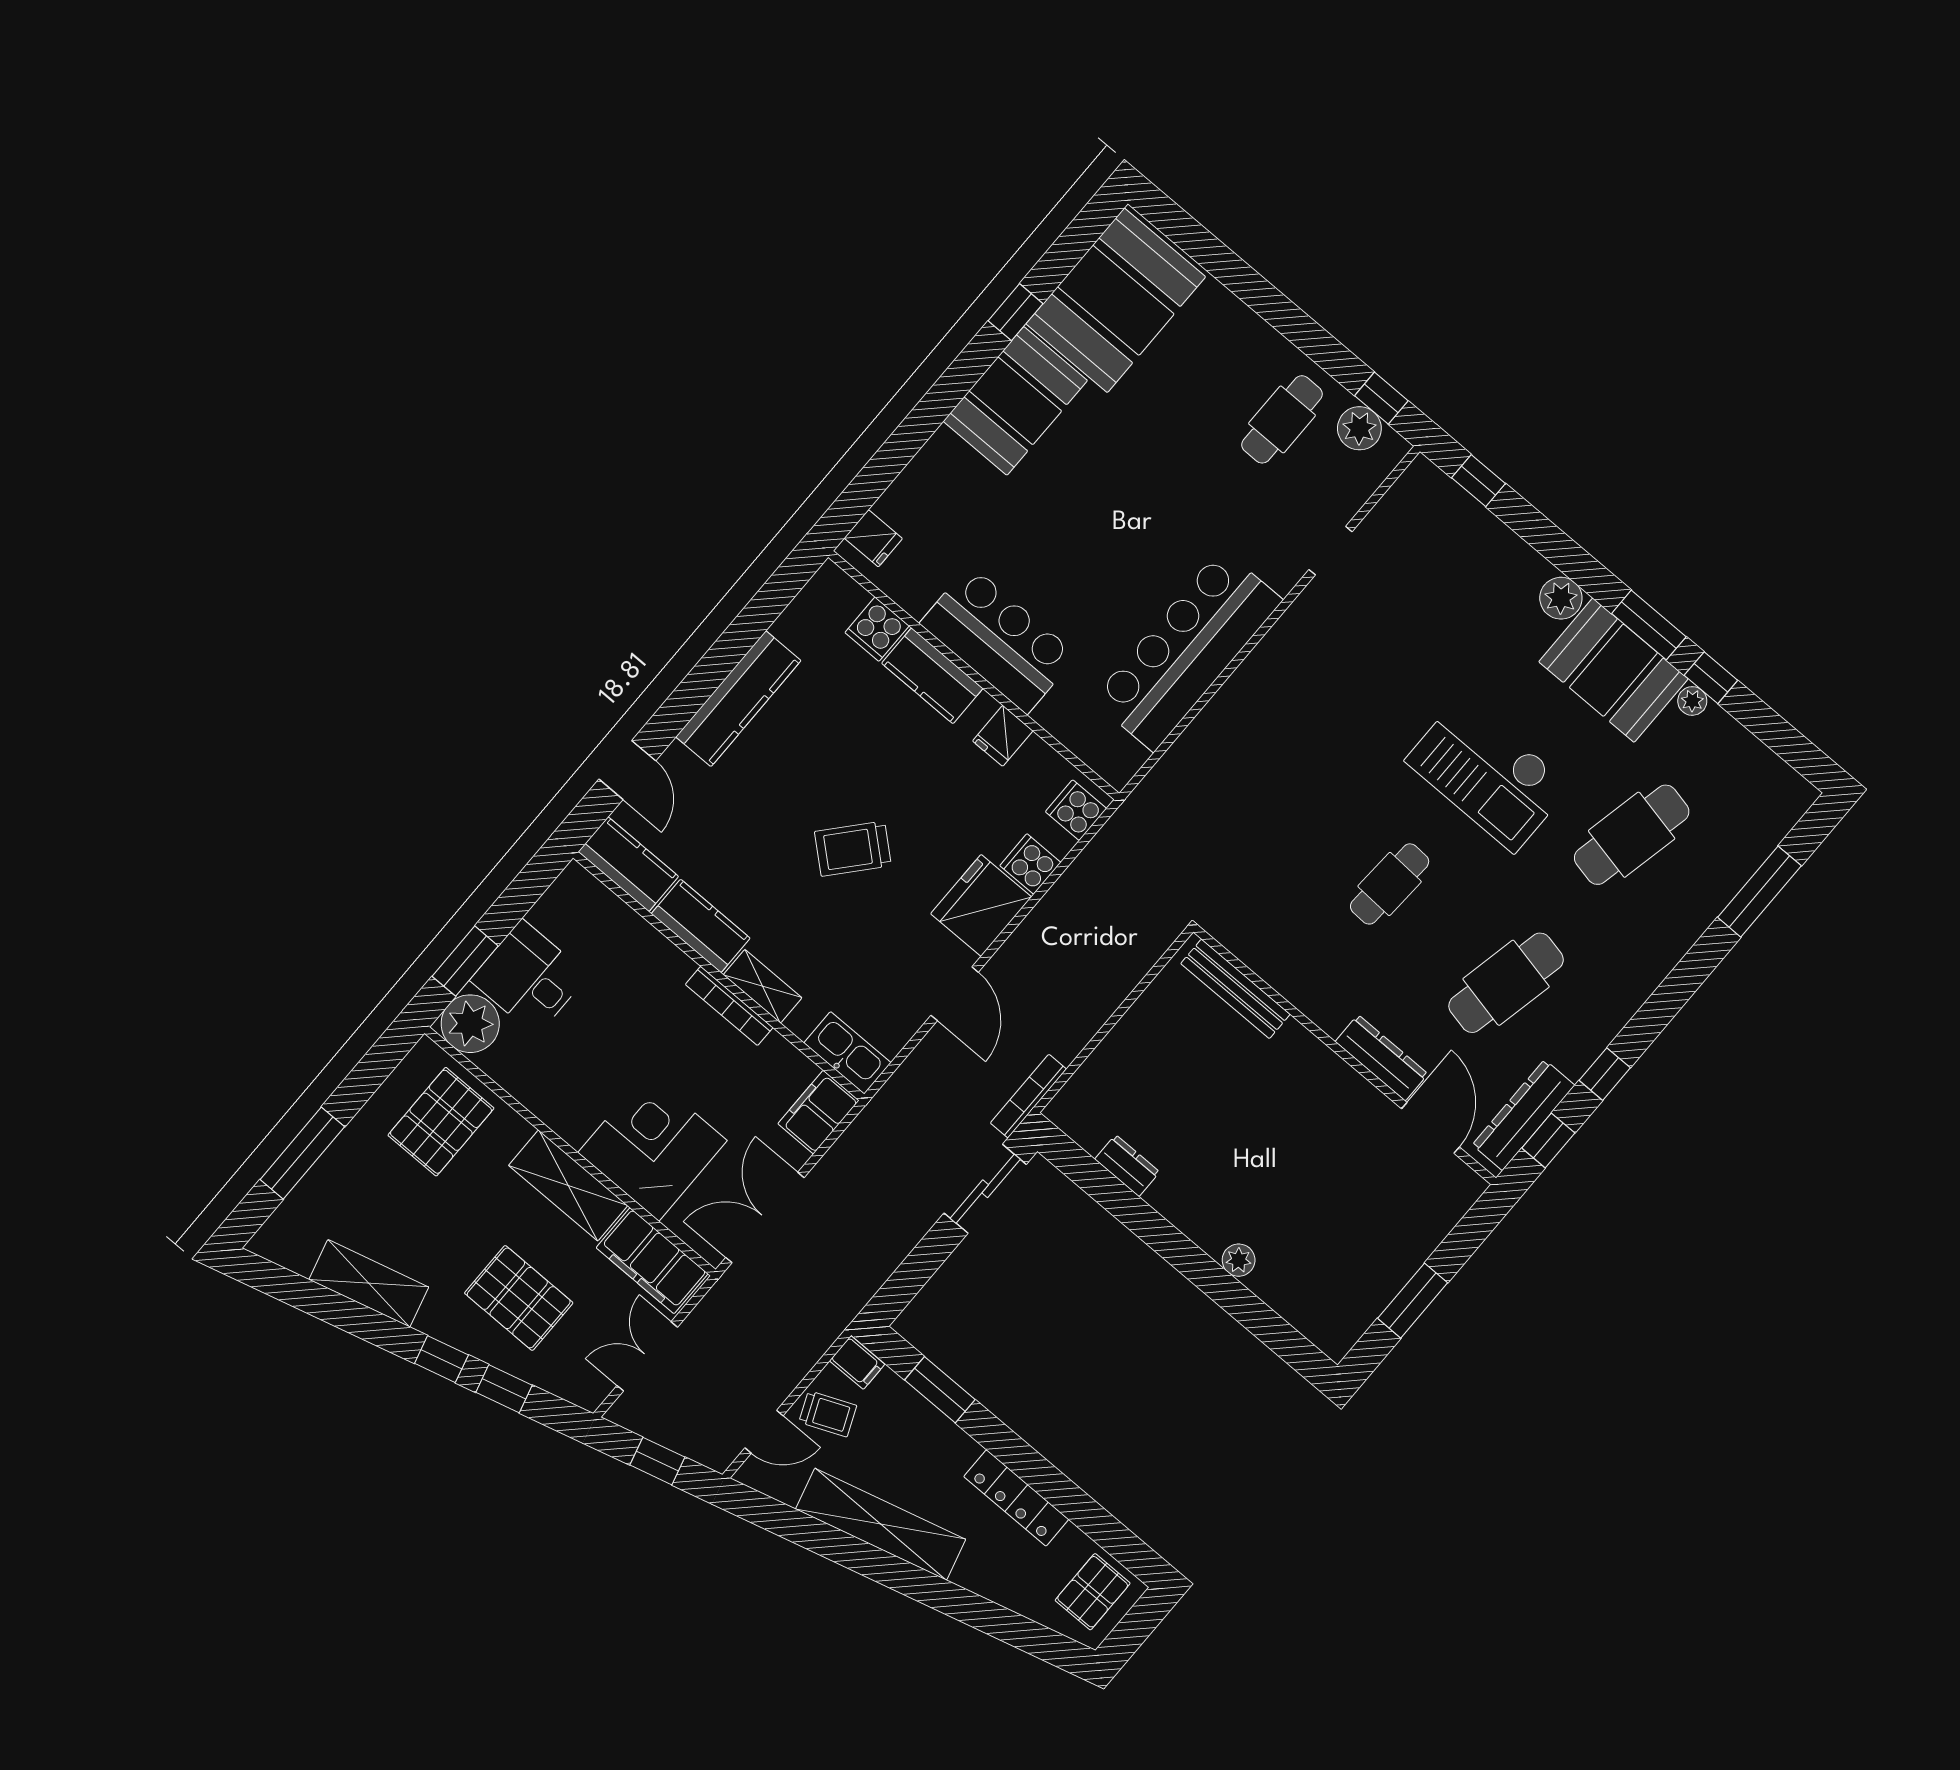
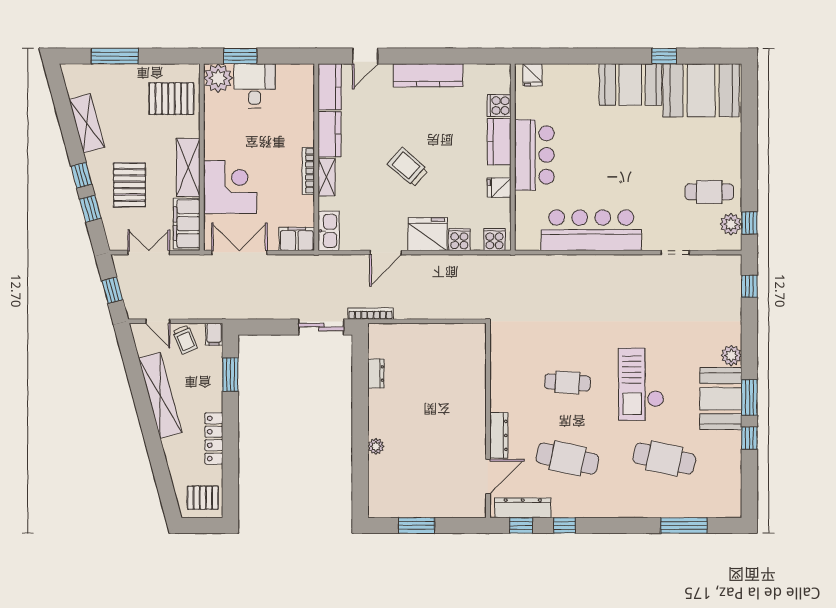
plant: (1692, 701) -> (735, 439), removed
bench: (1235, 989) -> (478, 358), removed

